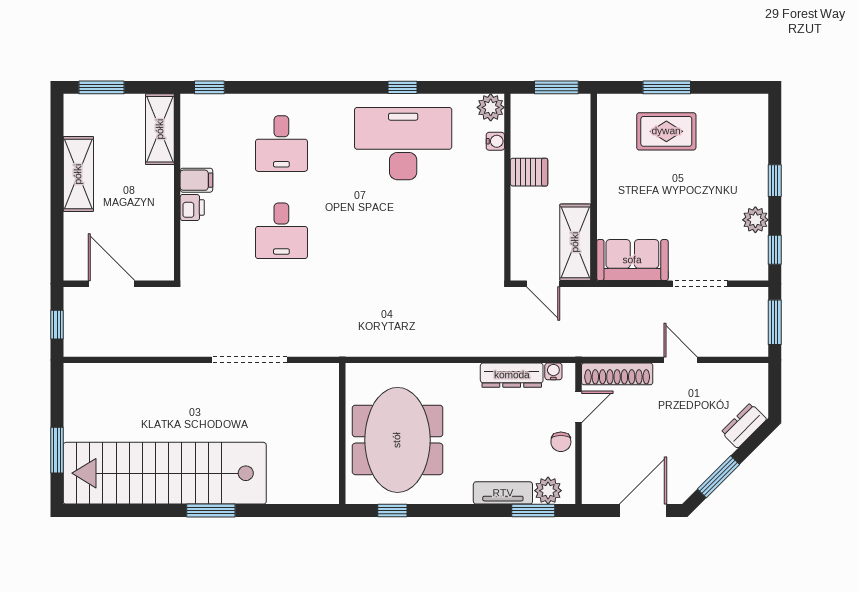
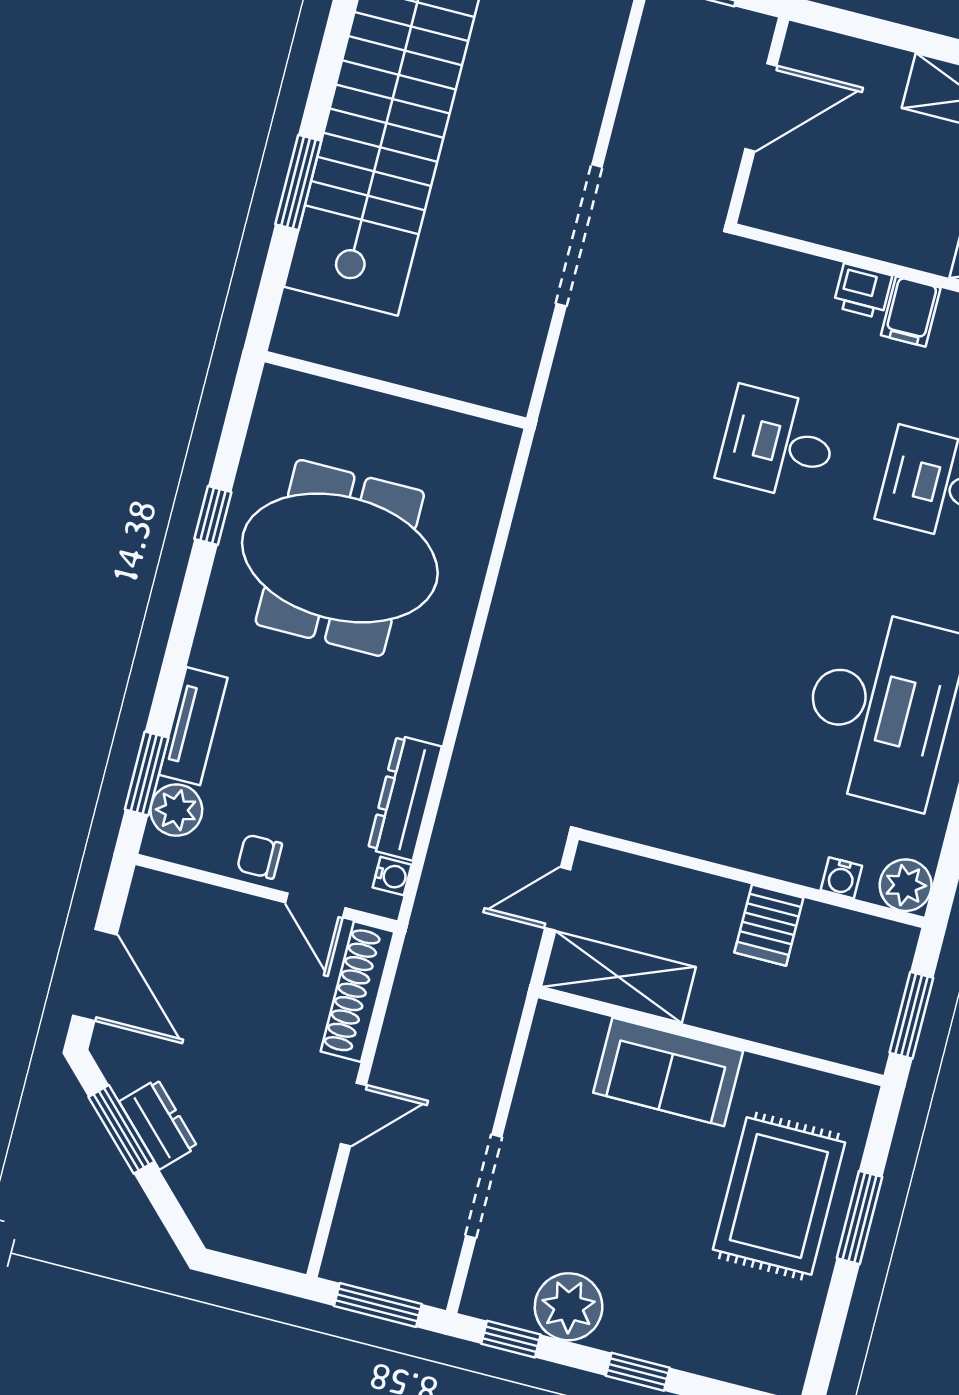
rug: (666, 131) -> (779, 1196), width x1.36, depth x1.43
plant: (755, 220) -> (569, 1307), width x1.36, depth x1.36
sofa: (632, 260) -> (668, 1072), moved, turned 90
doorway: (249, 360) -> (579, 235), moved
dresser: (744, 426) -> (158, 1124), moved
wall: (342, 434) -> (395, 390), moved

